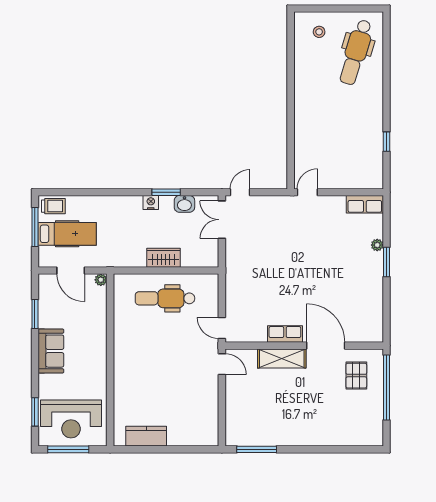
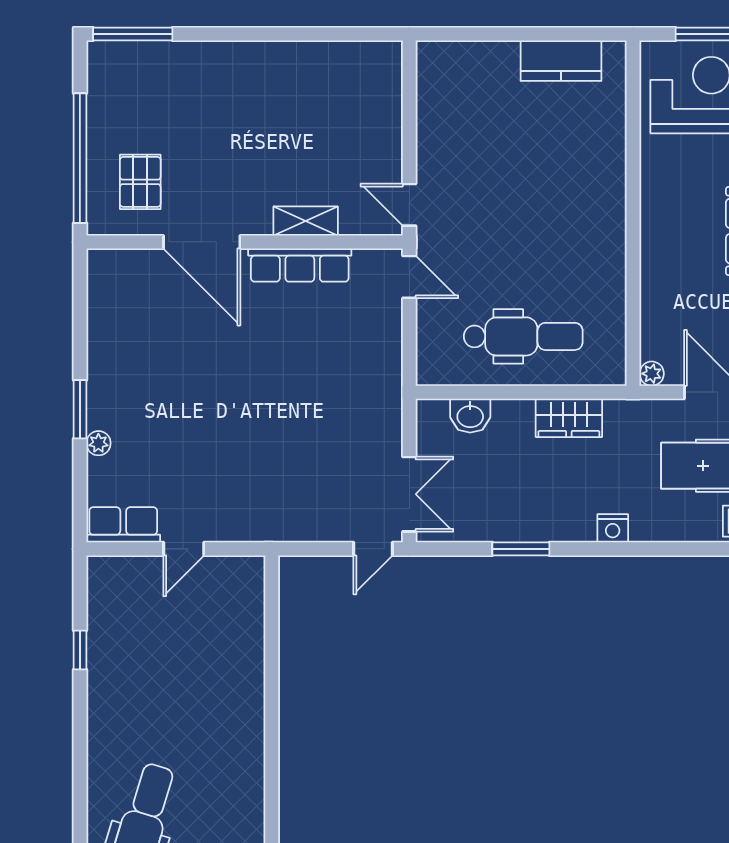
door: (307, 192) -> (184, 549), moved
nightstand: (151, 202) -> (613, 528), moved
washbasin: (184, 204) -> (470, 416), moved, turned 180
wardrobe: (164, 258) -> (569, 418), moved
row of seats: (285, 334) -> (300, 265), width x1.48
shelving: (282, 358) -> (306, 221), width x0.67, depth x0.75
window: (257, 449) -> (133, 34), moved

